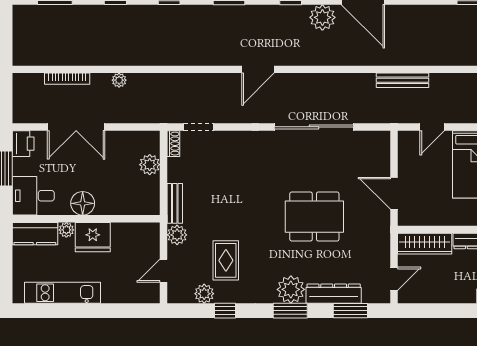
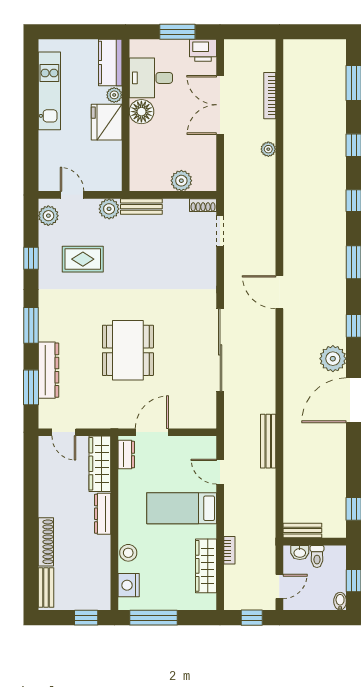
desk: (33, 196) -> (151, 78), moved, turned -90
dresser: (416, 218) -> (126, 455), added
plant: (291, 289) -> (53, 326), removed
plant: (204, 294) -> (48, 216), moved

